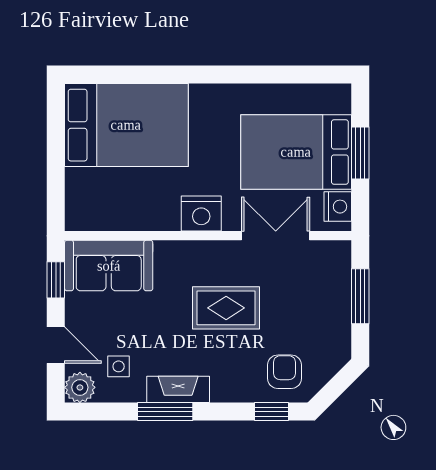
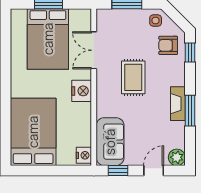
nightstand: (338, 207) -> (84, 155), moved, turned 90
side table: (119, 366) -> (156, 21), moved

